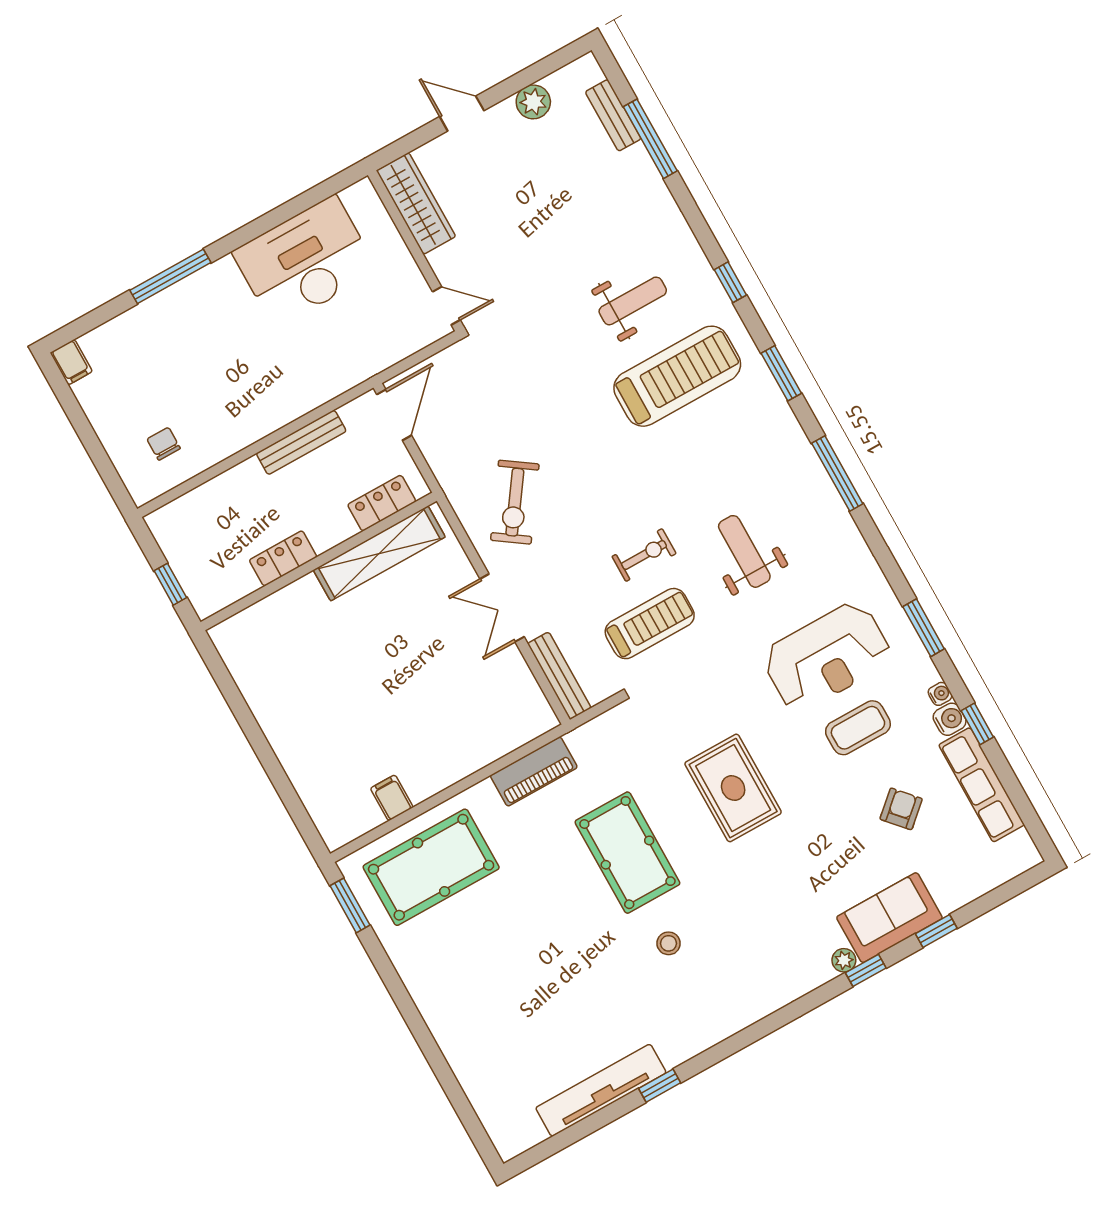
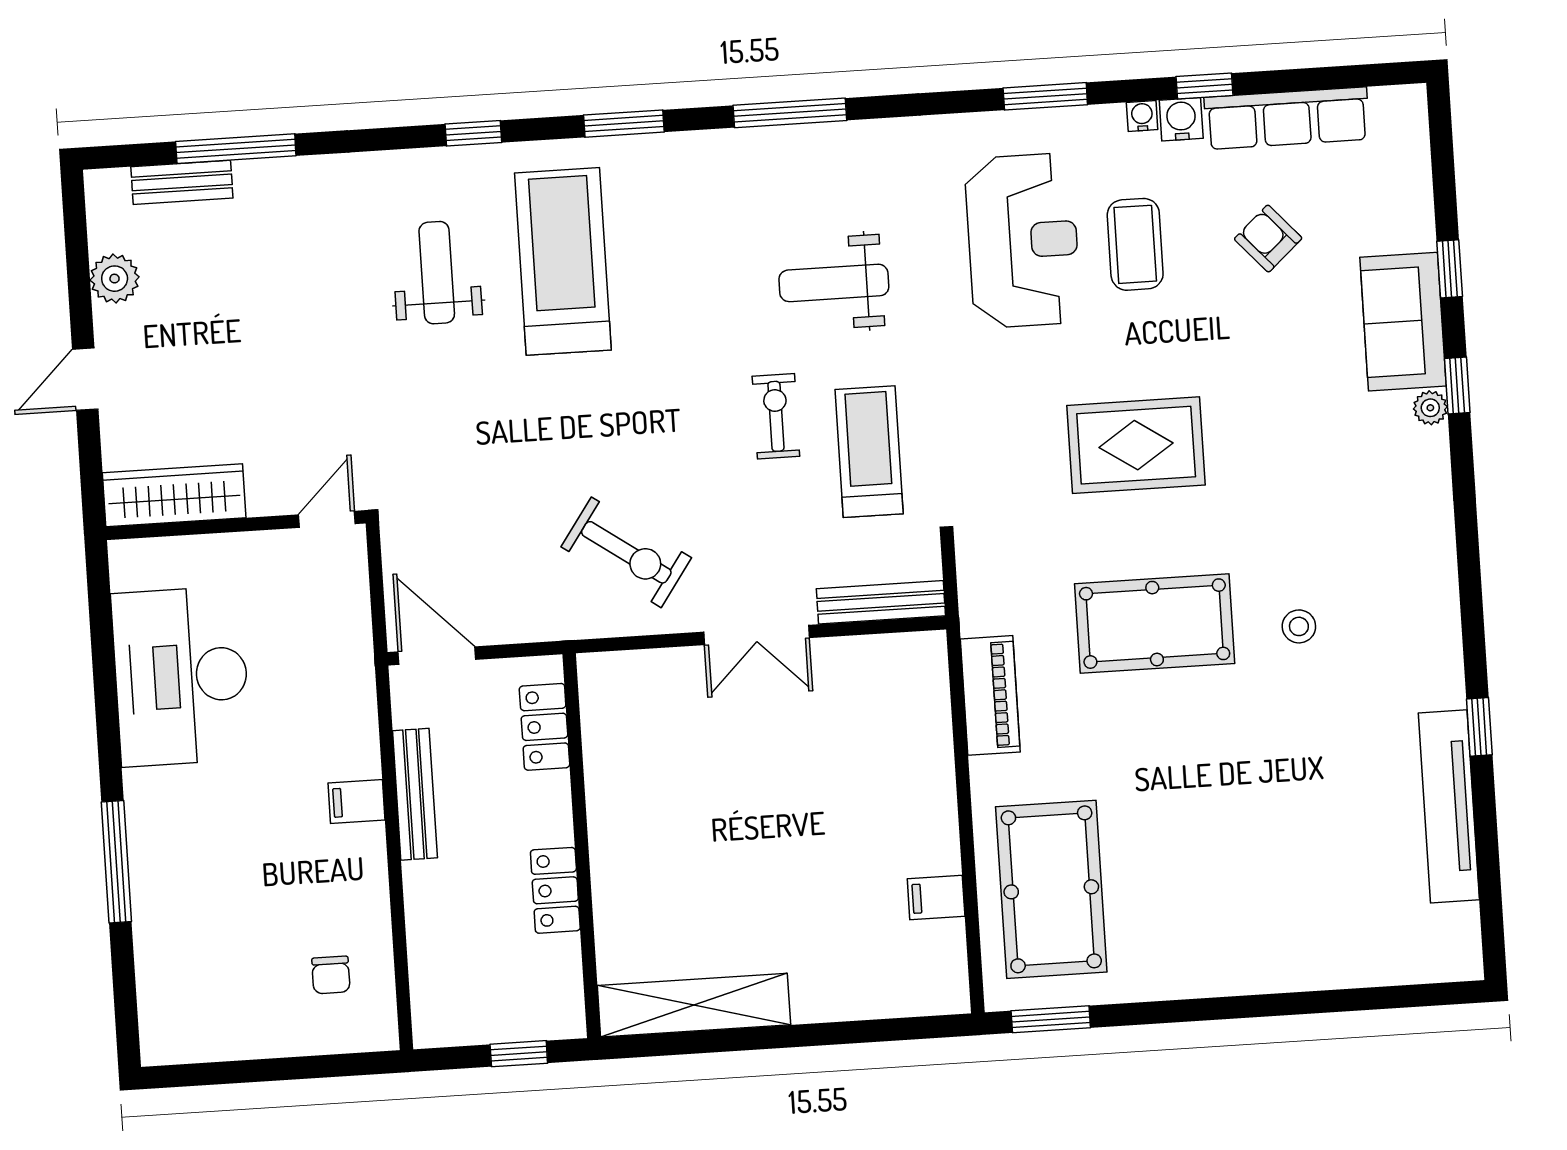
filing cabinet: (71, 362) -> (356, 802), moved, turned 180
chair: (164, 444) -> (331, 975), turned -90
shelving: (379, 553) -> (694, 1005), moved, turned 90

